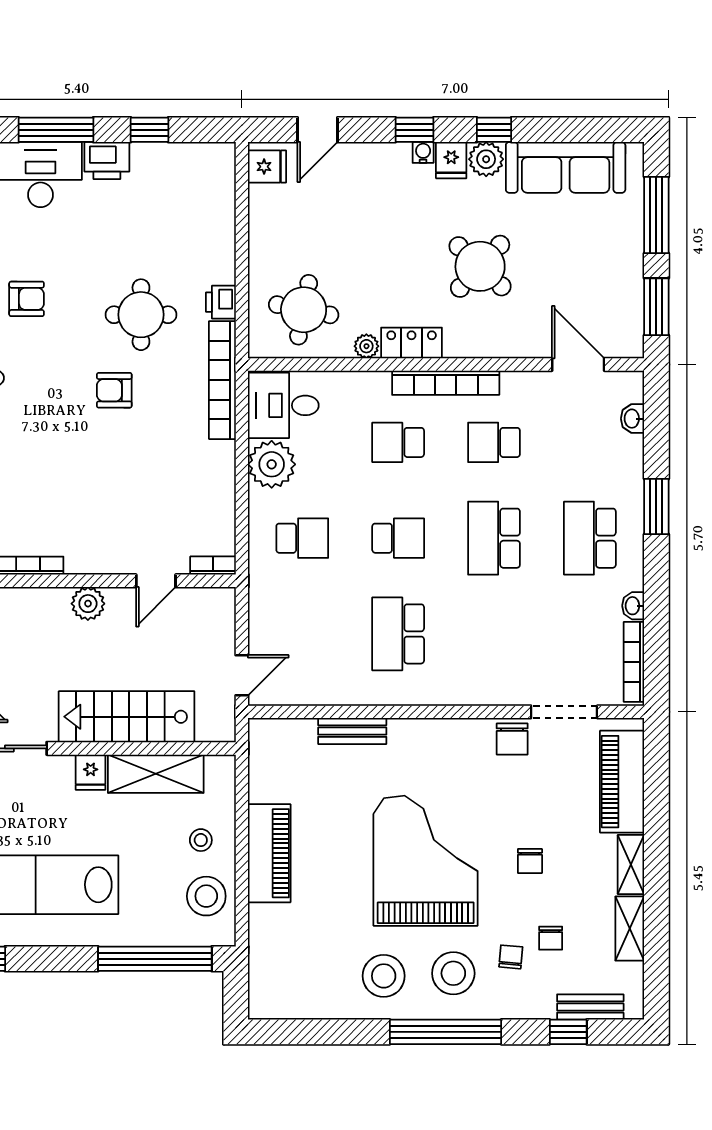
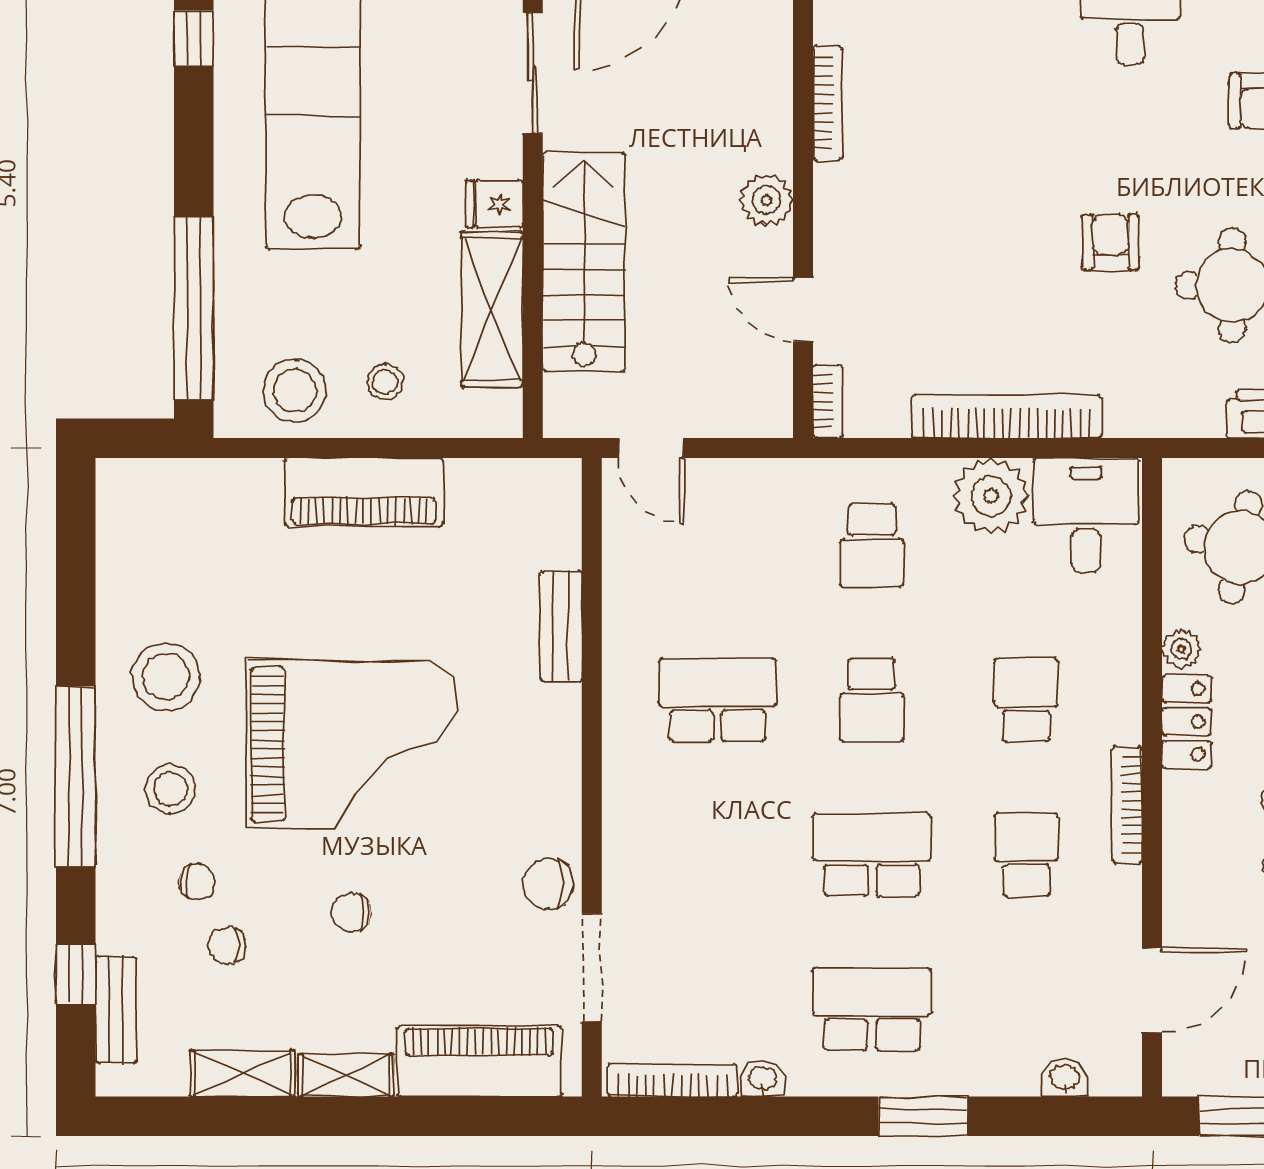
bookcase: (222, 380) -> (1007, 417), moved
bookcase: (446, 383) -> (1127, 805), width x0.68, depth x0.76
stool: (453, 973) -> (170, 789), width x0.73, depth x0.73

